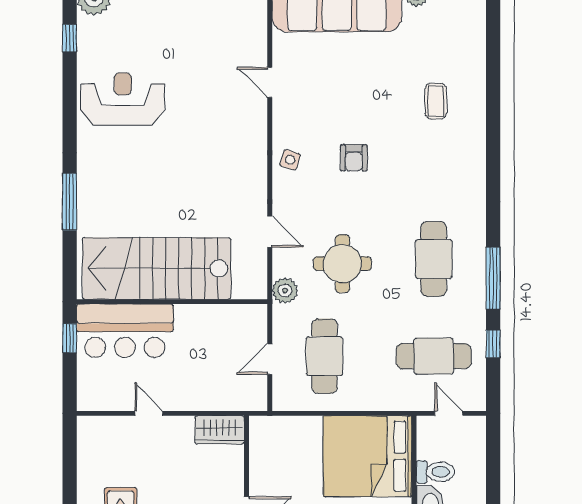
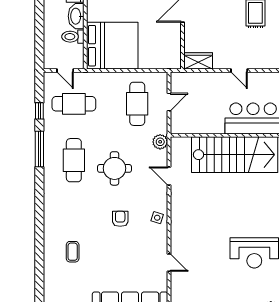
round table: (342, 264) -> (115, 168), moved

